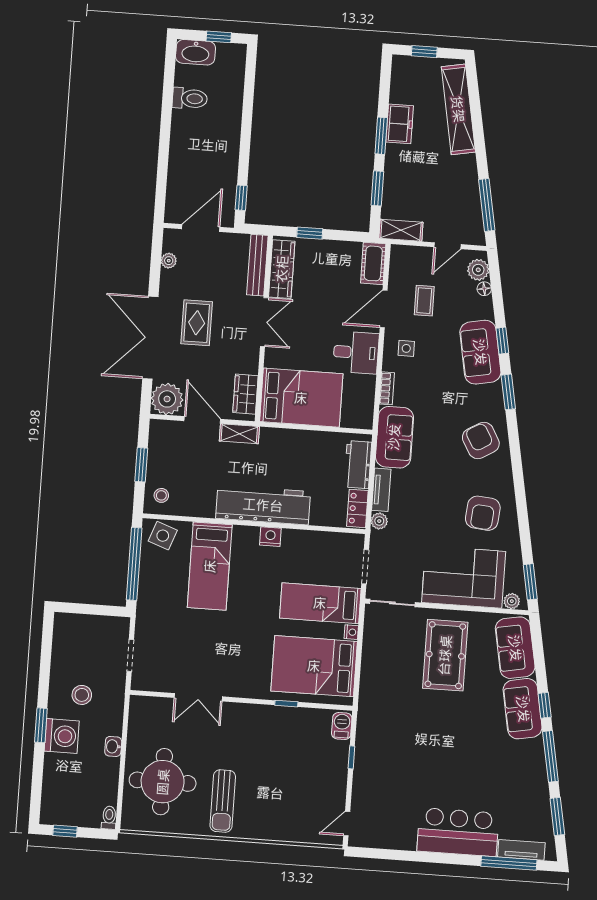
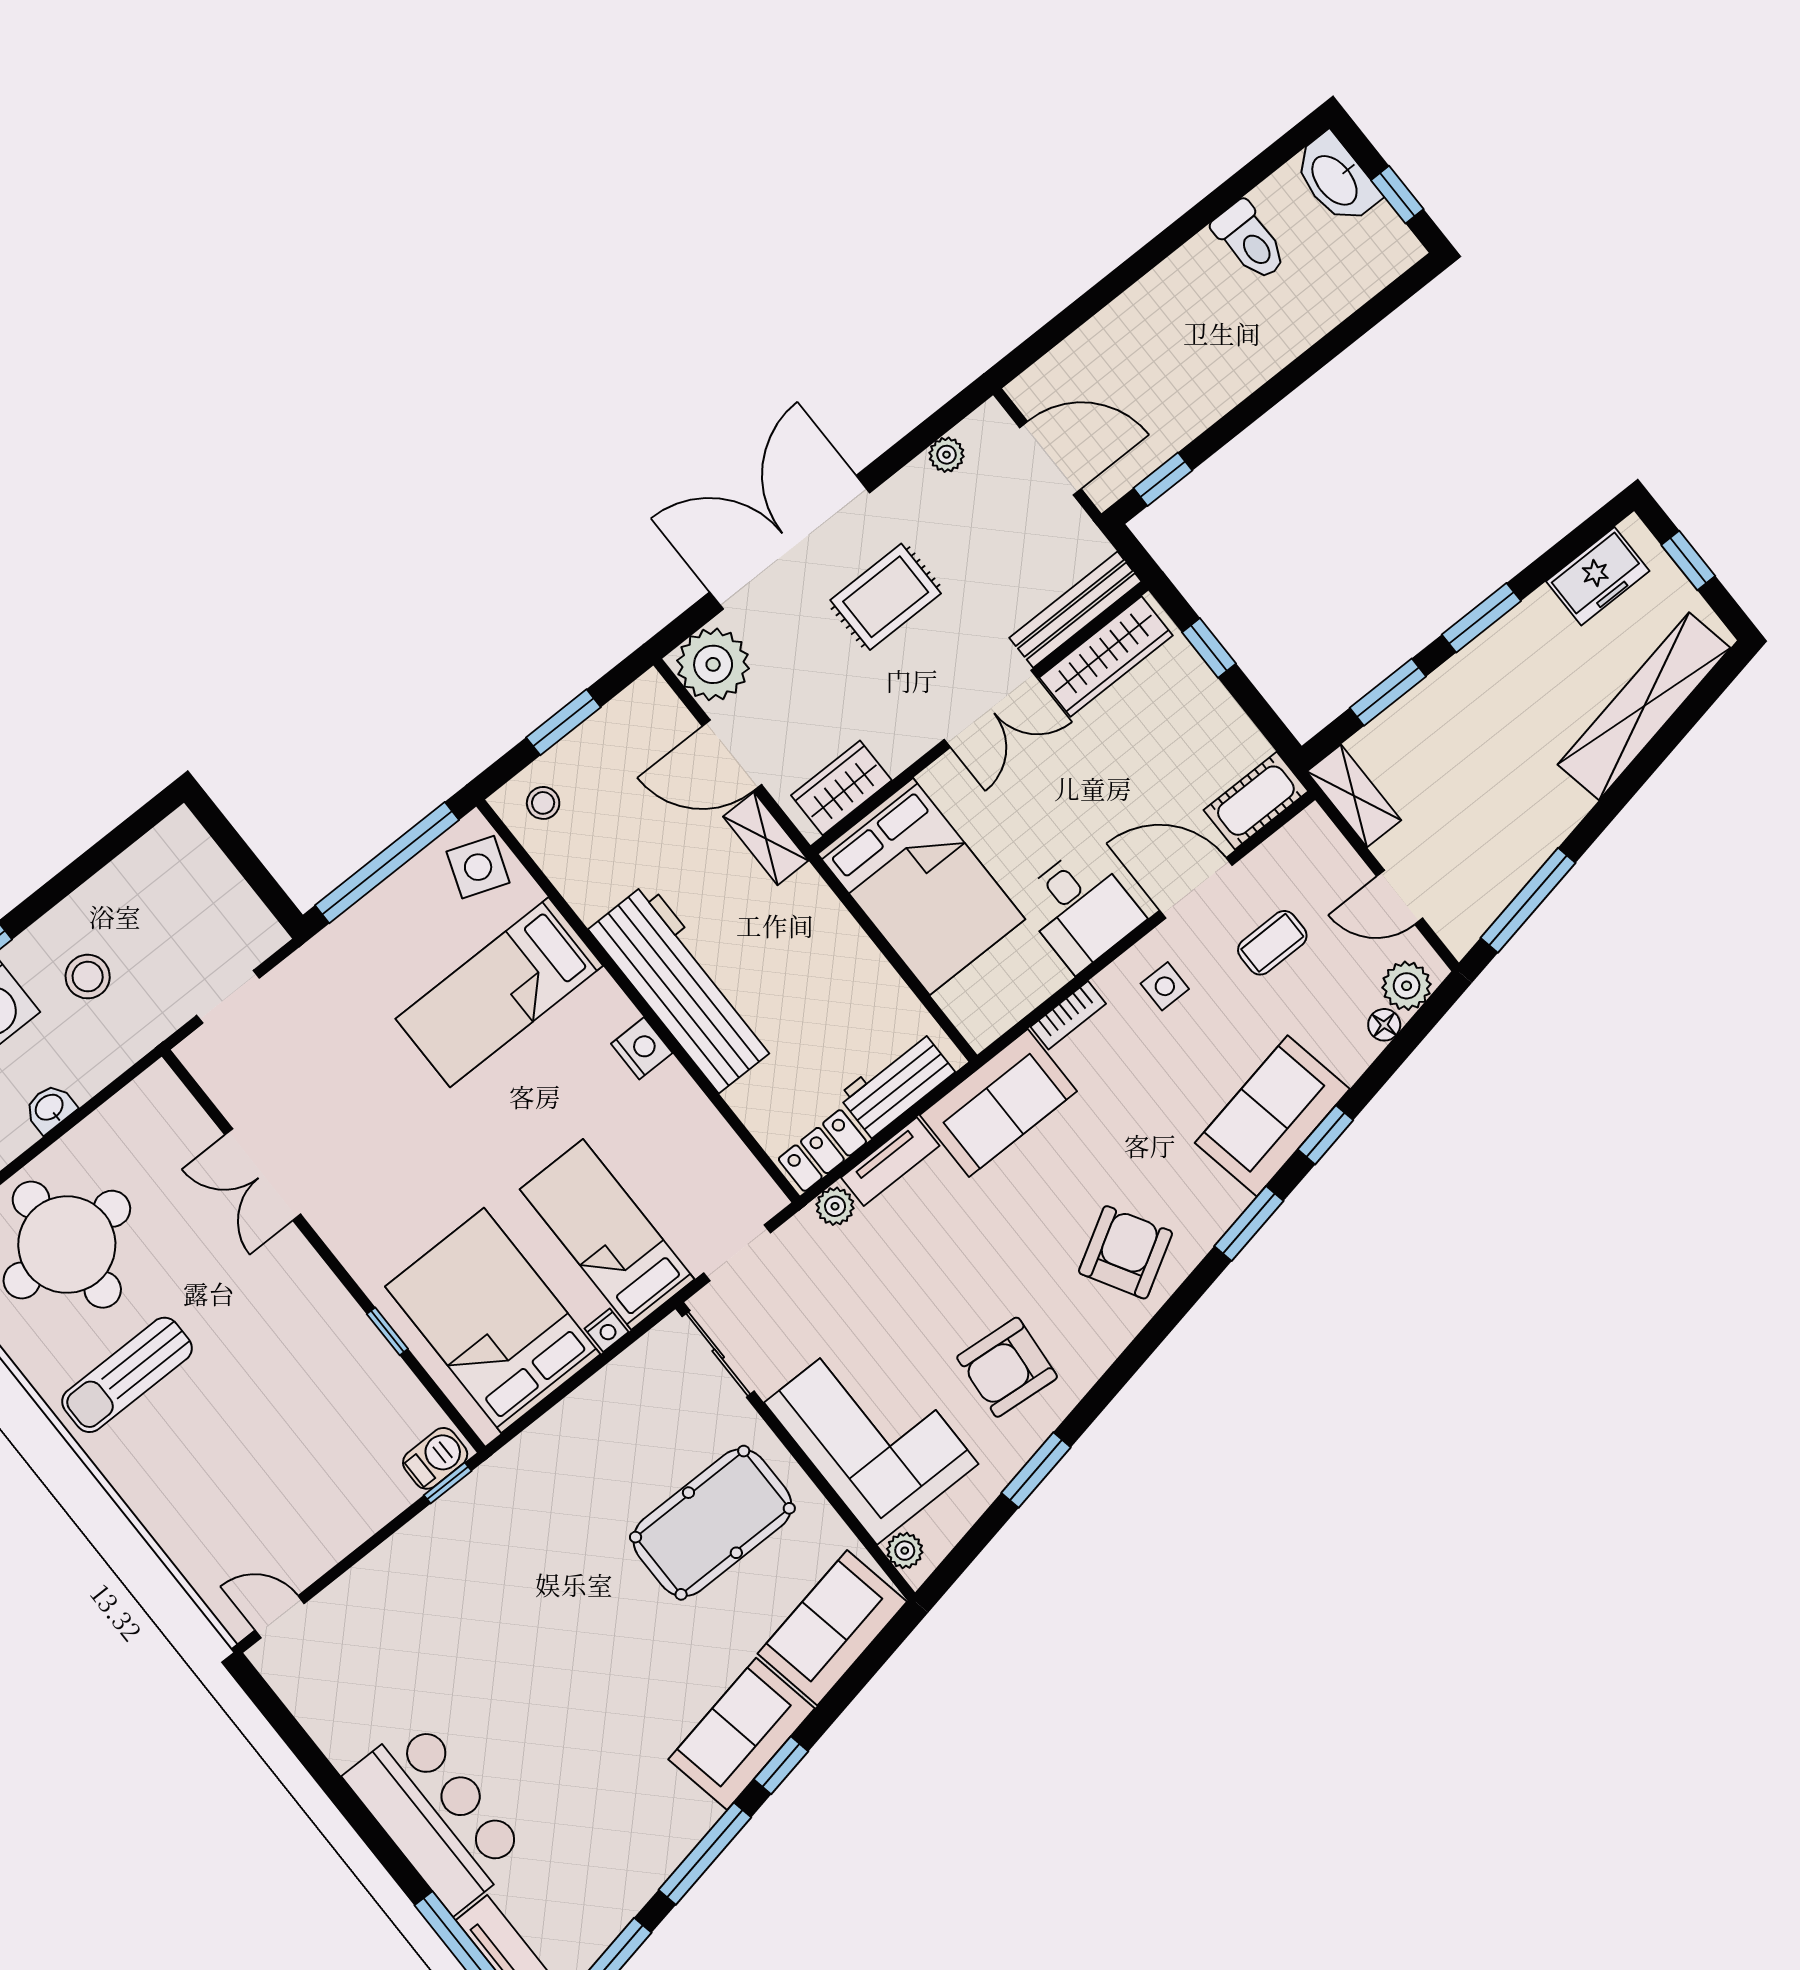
freezer: (400, 124) -> (1598, 576), moved
door: (202, 420) -> (732, 755), swing flipped
window: (530, 582) -> (1036, 1470), moved
window: (351, 757) -> (448, 1483), moved

